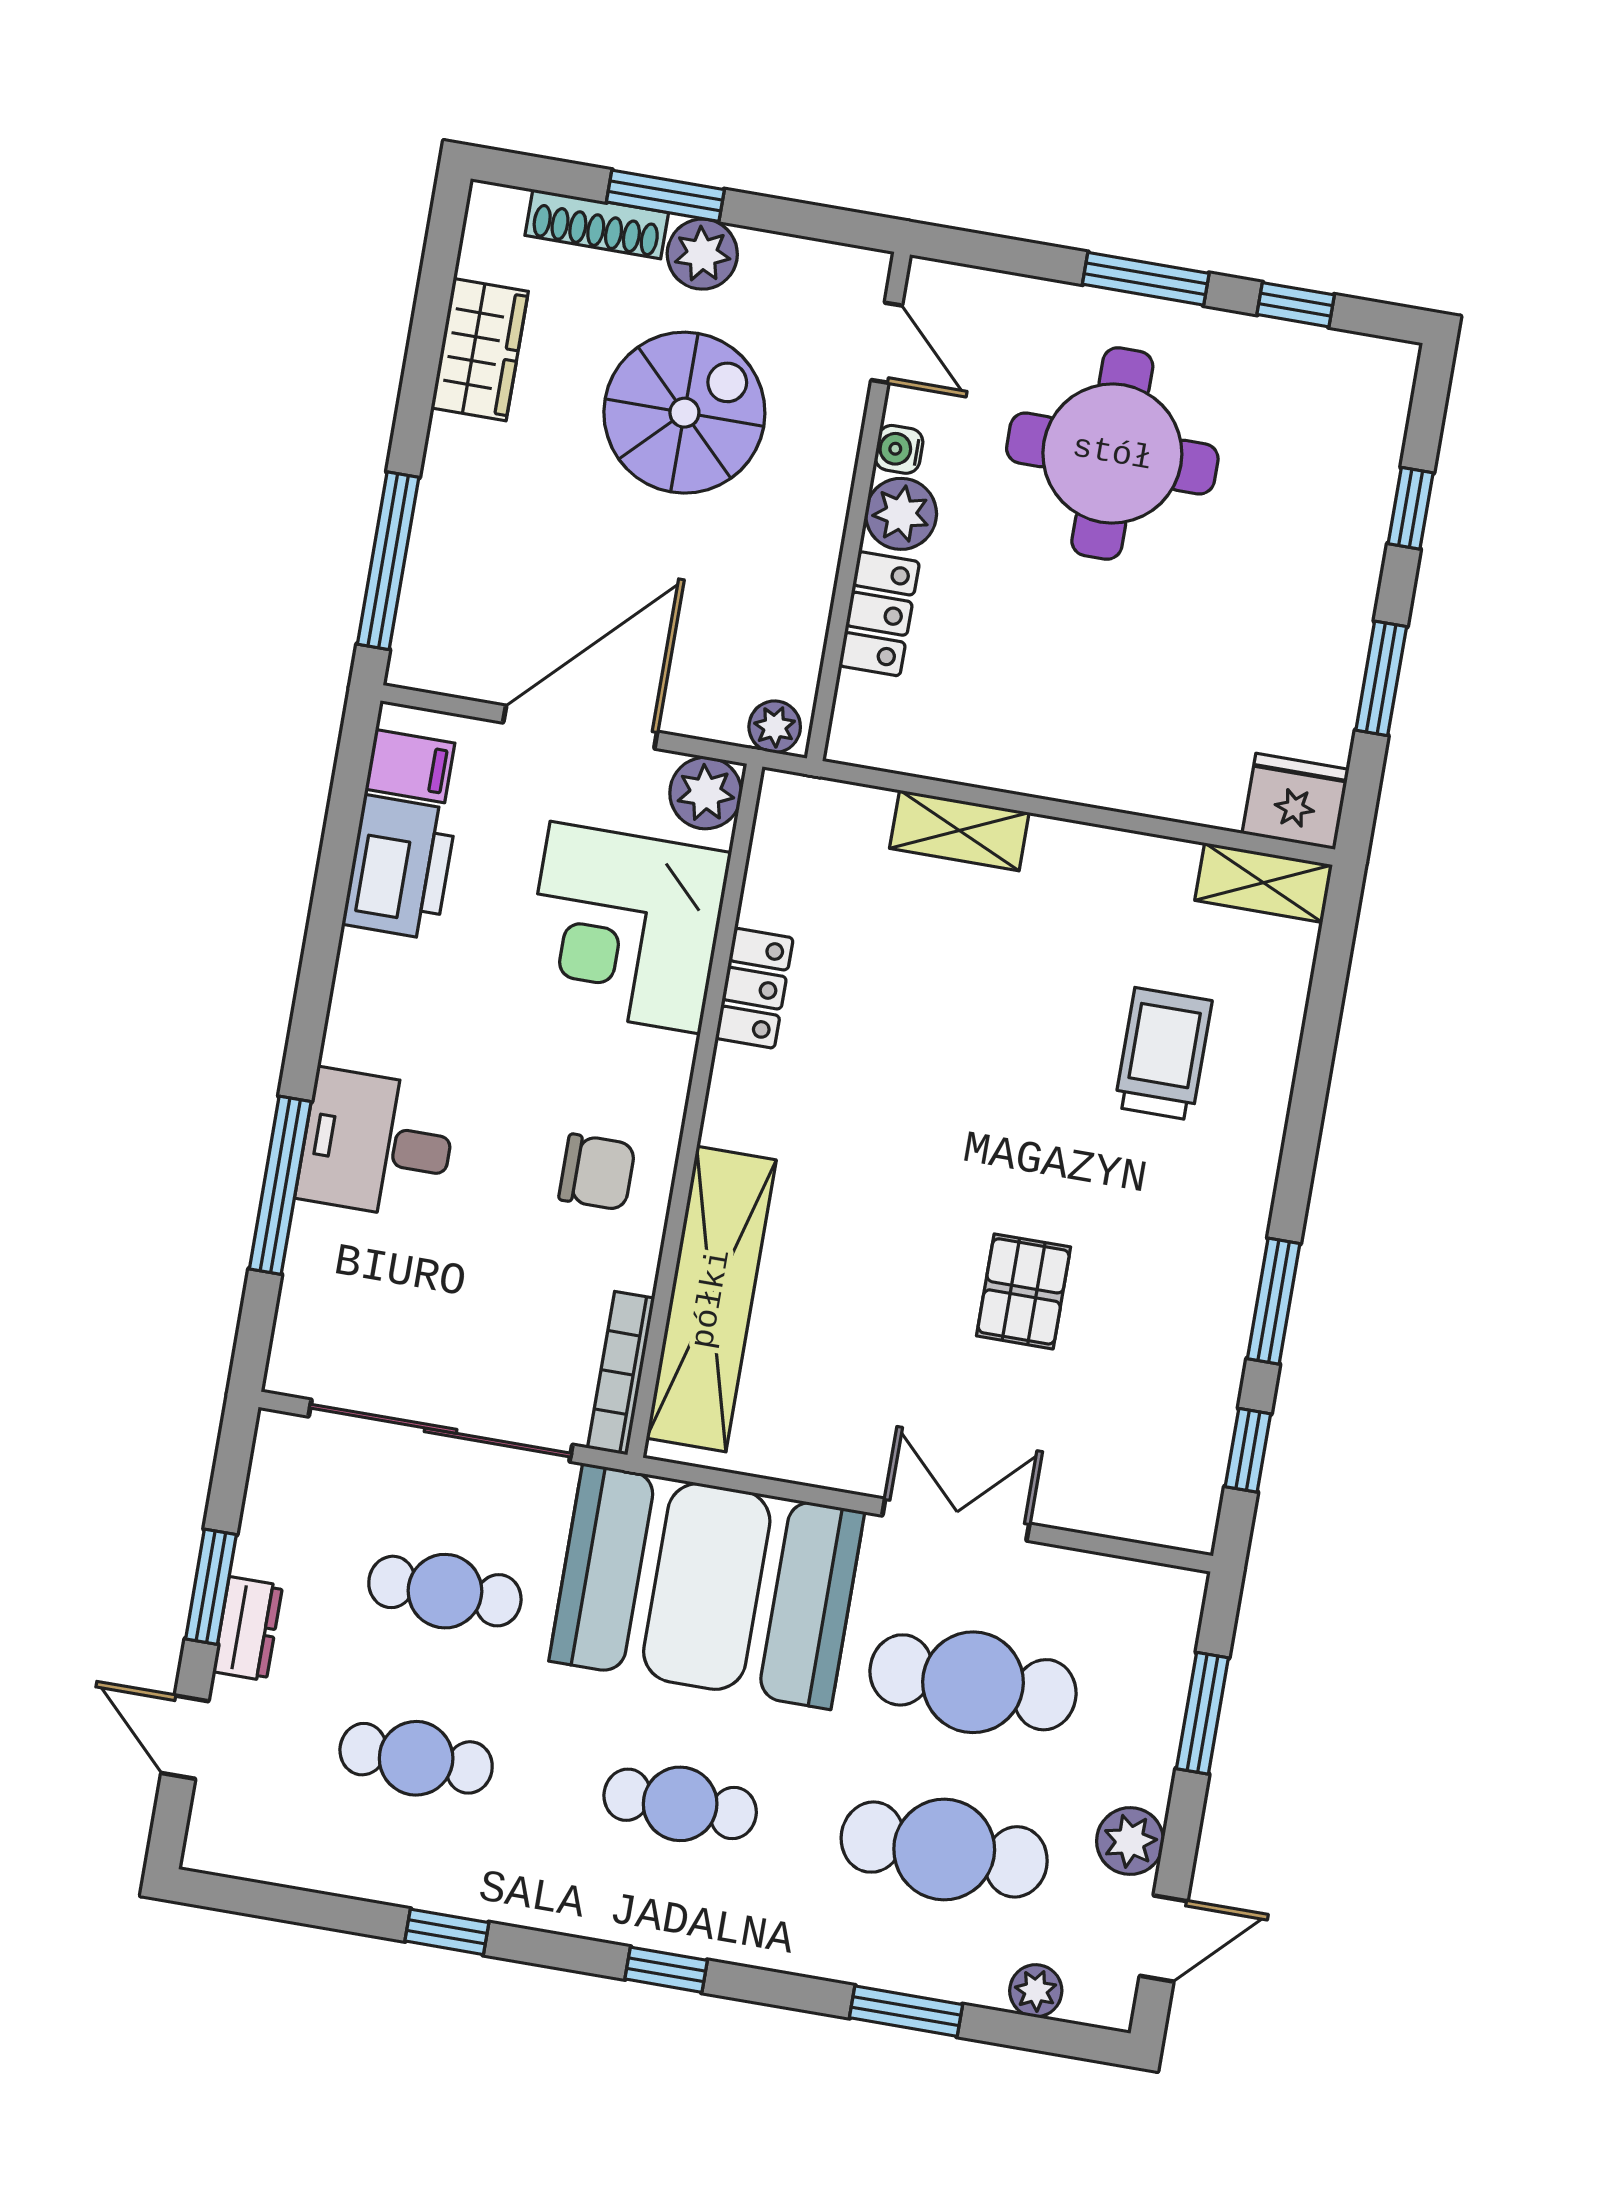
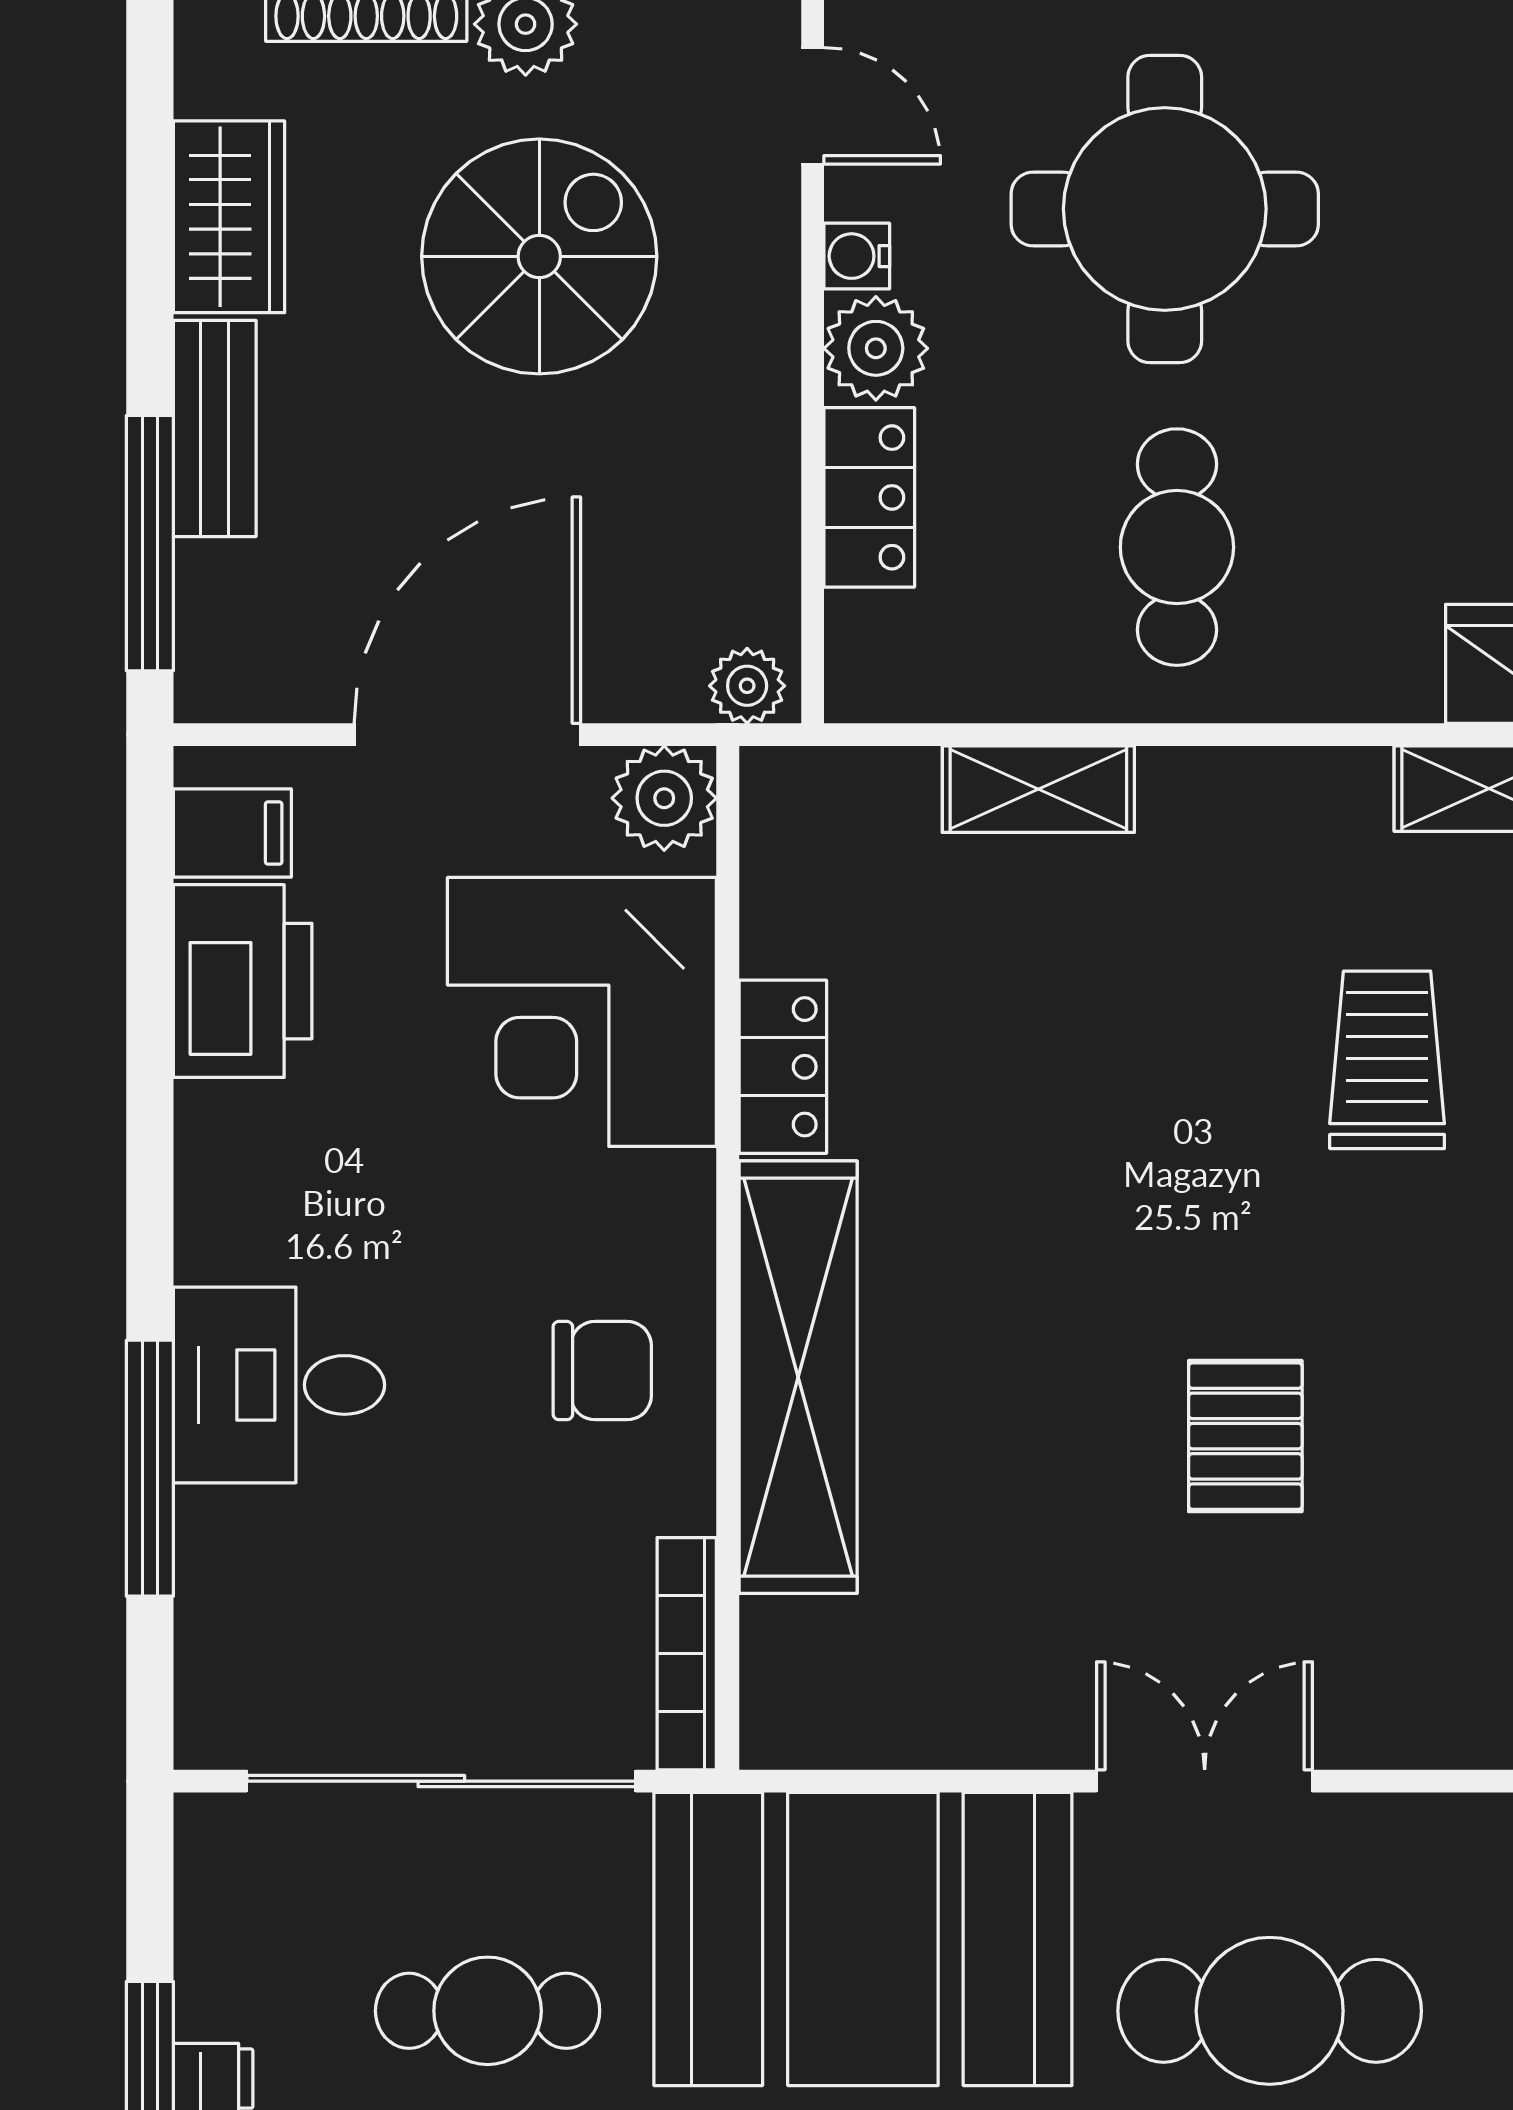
bench: (445, 491) -> (215, 428), added
cafe table: (1081, 683) -> (1177, 547), added
shelving: (711, 1299) -> (798, 1377), moved

